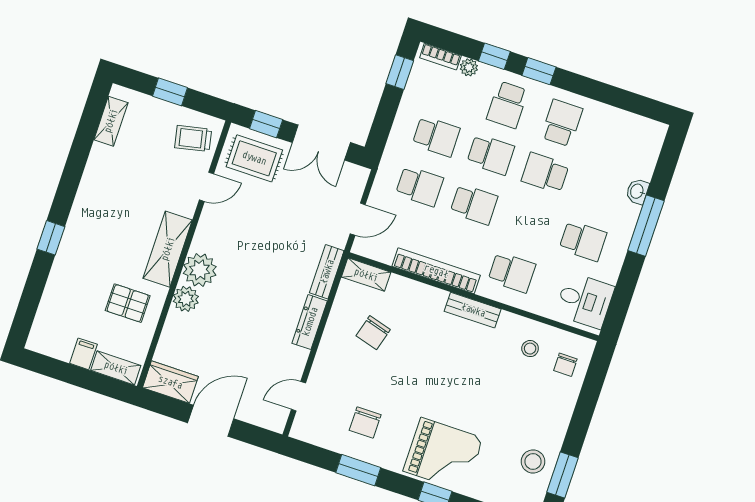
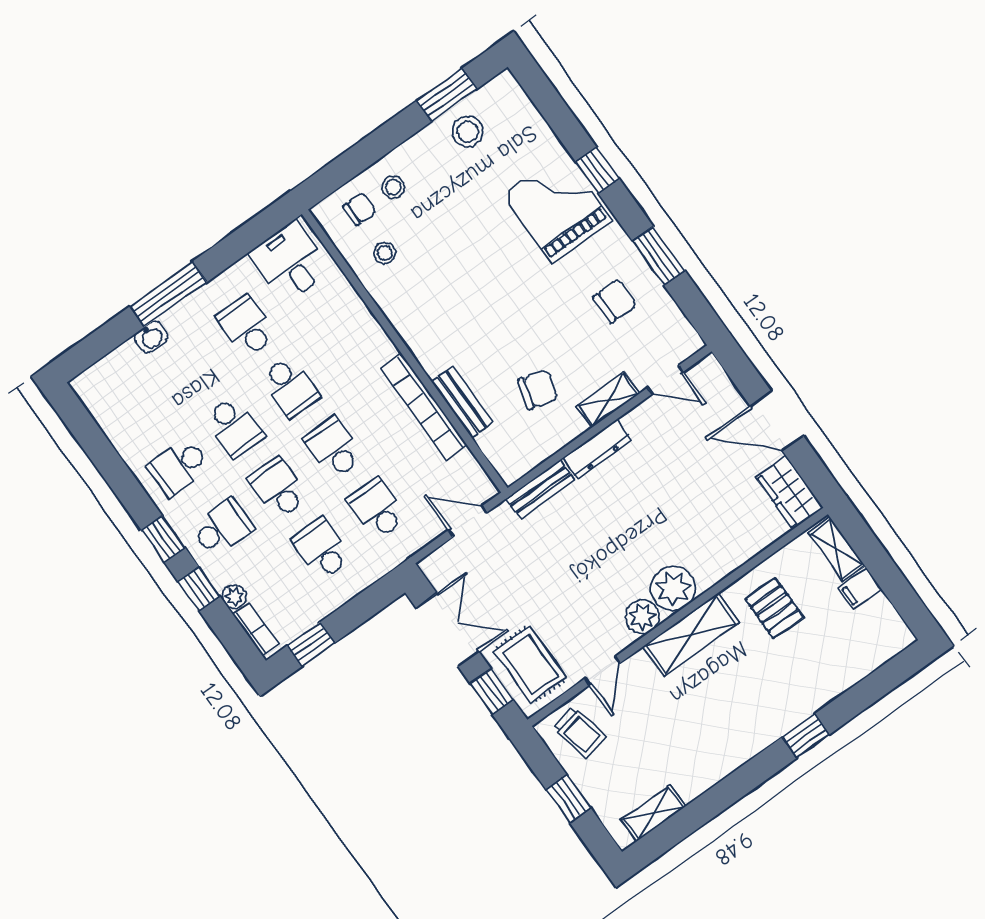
door: (207, 187) -> (602, 671), swing flipped
school desk: (512, 272) -> (290, 387), moved, turned 180
shelving: (366, 275) -> (608, 400), moved, turned 90
plant: (186, 299) -> (642, 617), moved
bench: (473, 310) -> (462, 402), moved
stool: (554, 393) -> (393, 187), added

